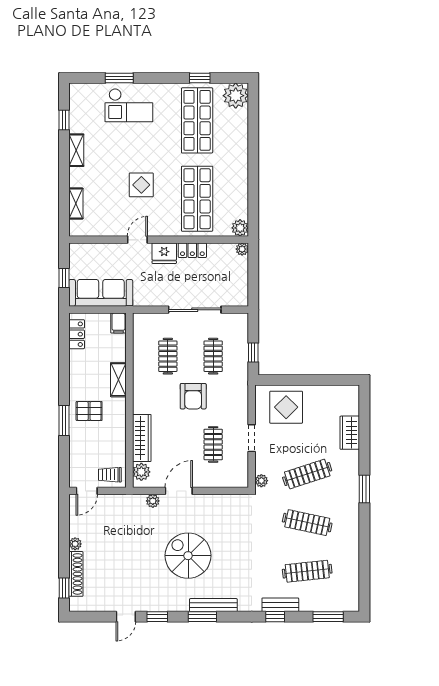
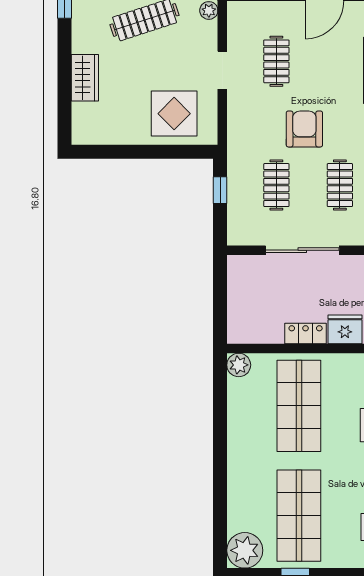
plant: (242, 249) -> (236, 335), removed

